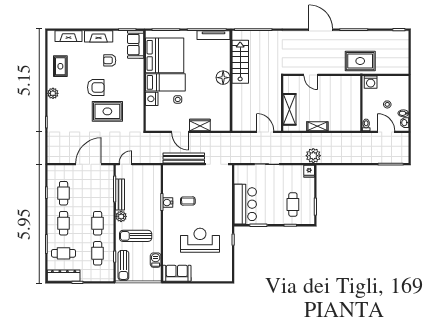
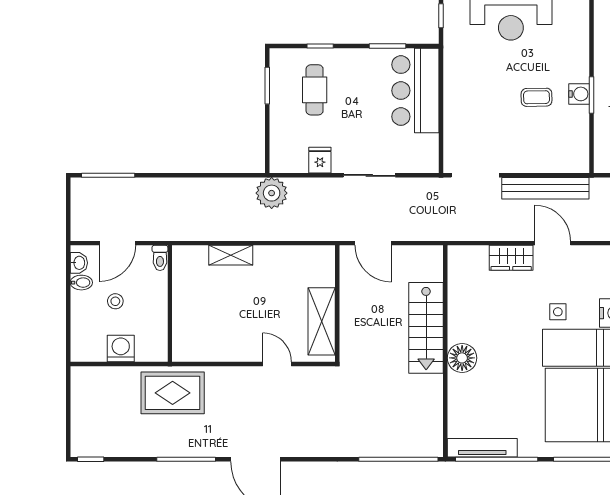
stairs: (240, 62) -> (426, 328), moved
washing machine: (371, 82) -> (121, 348), moved
shelving: (290, 109) -> (322, 321), moved
shelving: (317, 126) -> (231, 255), moved
door: (386, 132) -> (117, 243), hinge flipped
fridge: (309, 171) -> (320, 160), moved

